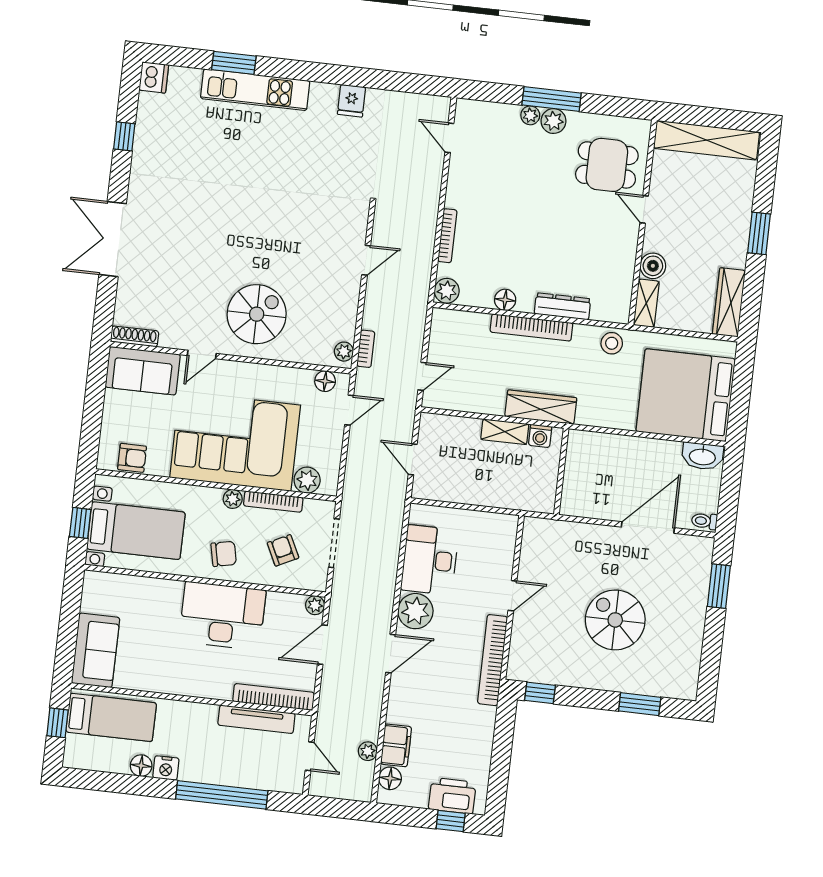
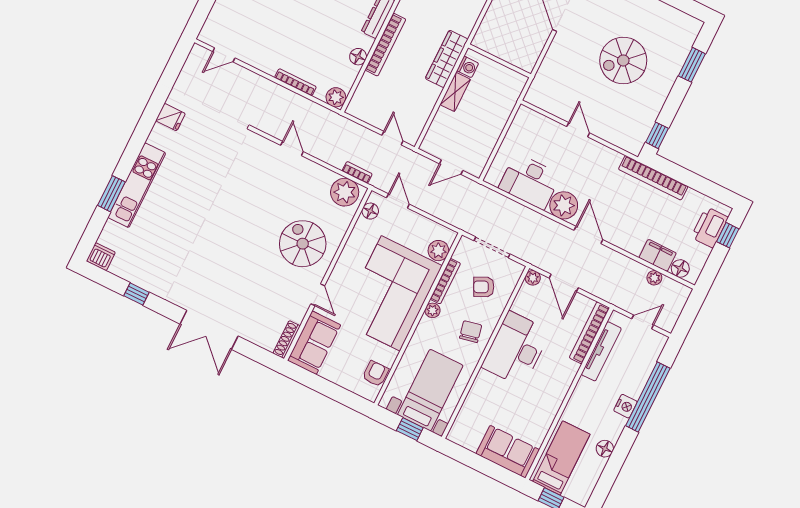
plant: (344, 352) -> (345, 192), width x1.88, depth x1.88
bookcase: (493, 660) -> (653, 178), moved
nightstand: (166, 768) -> (625, 406), moved

